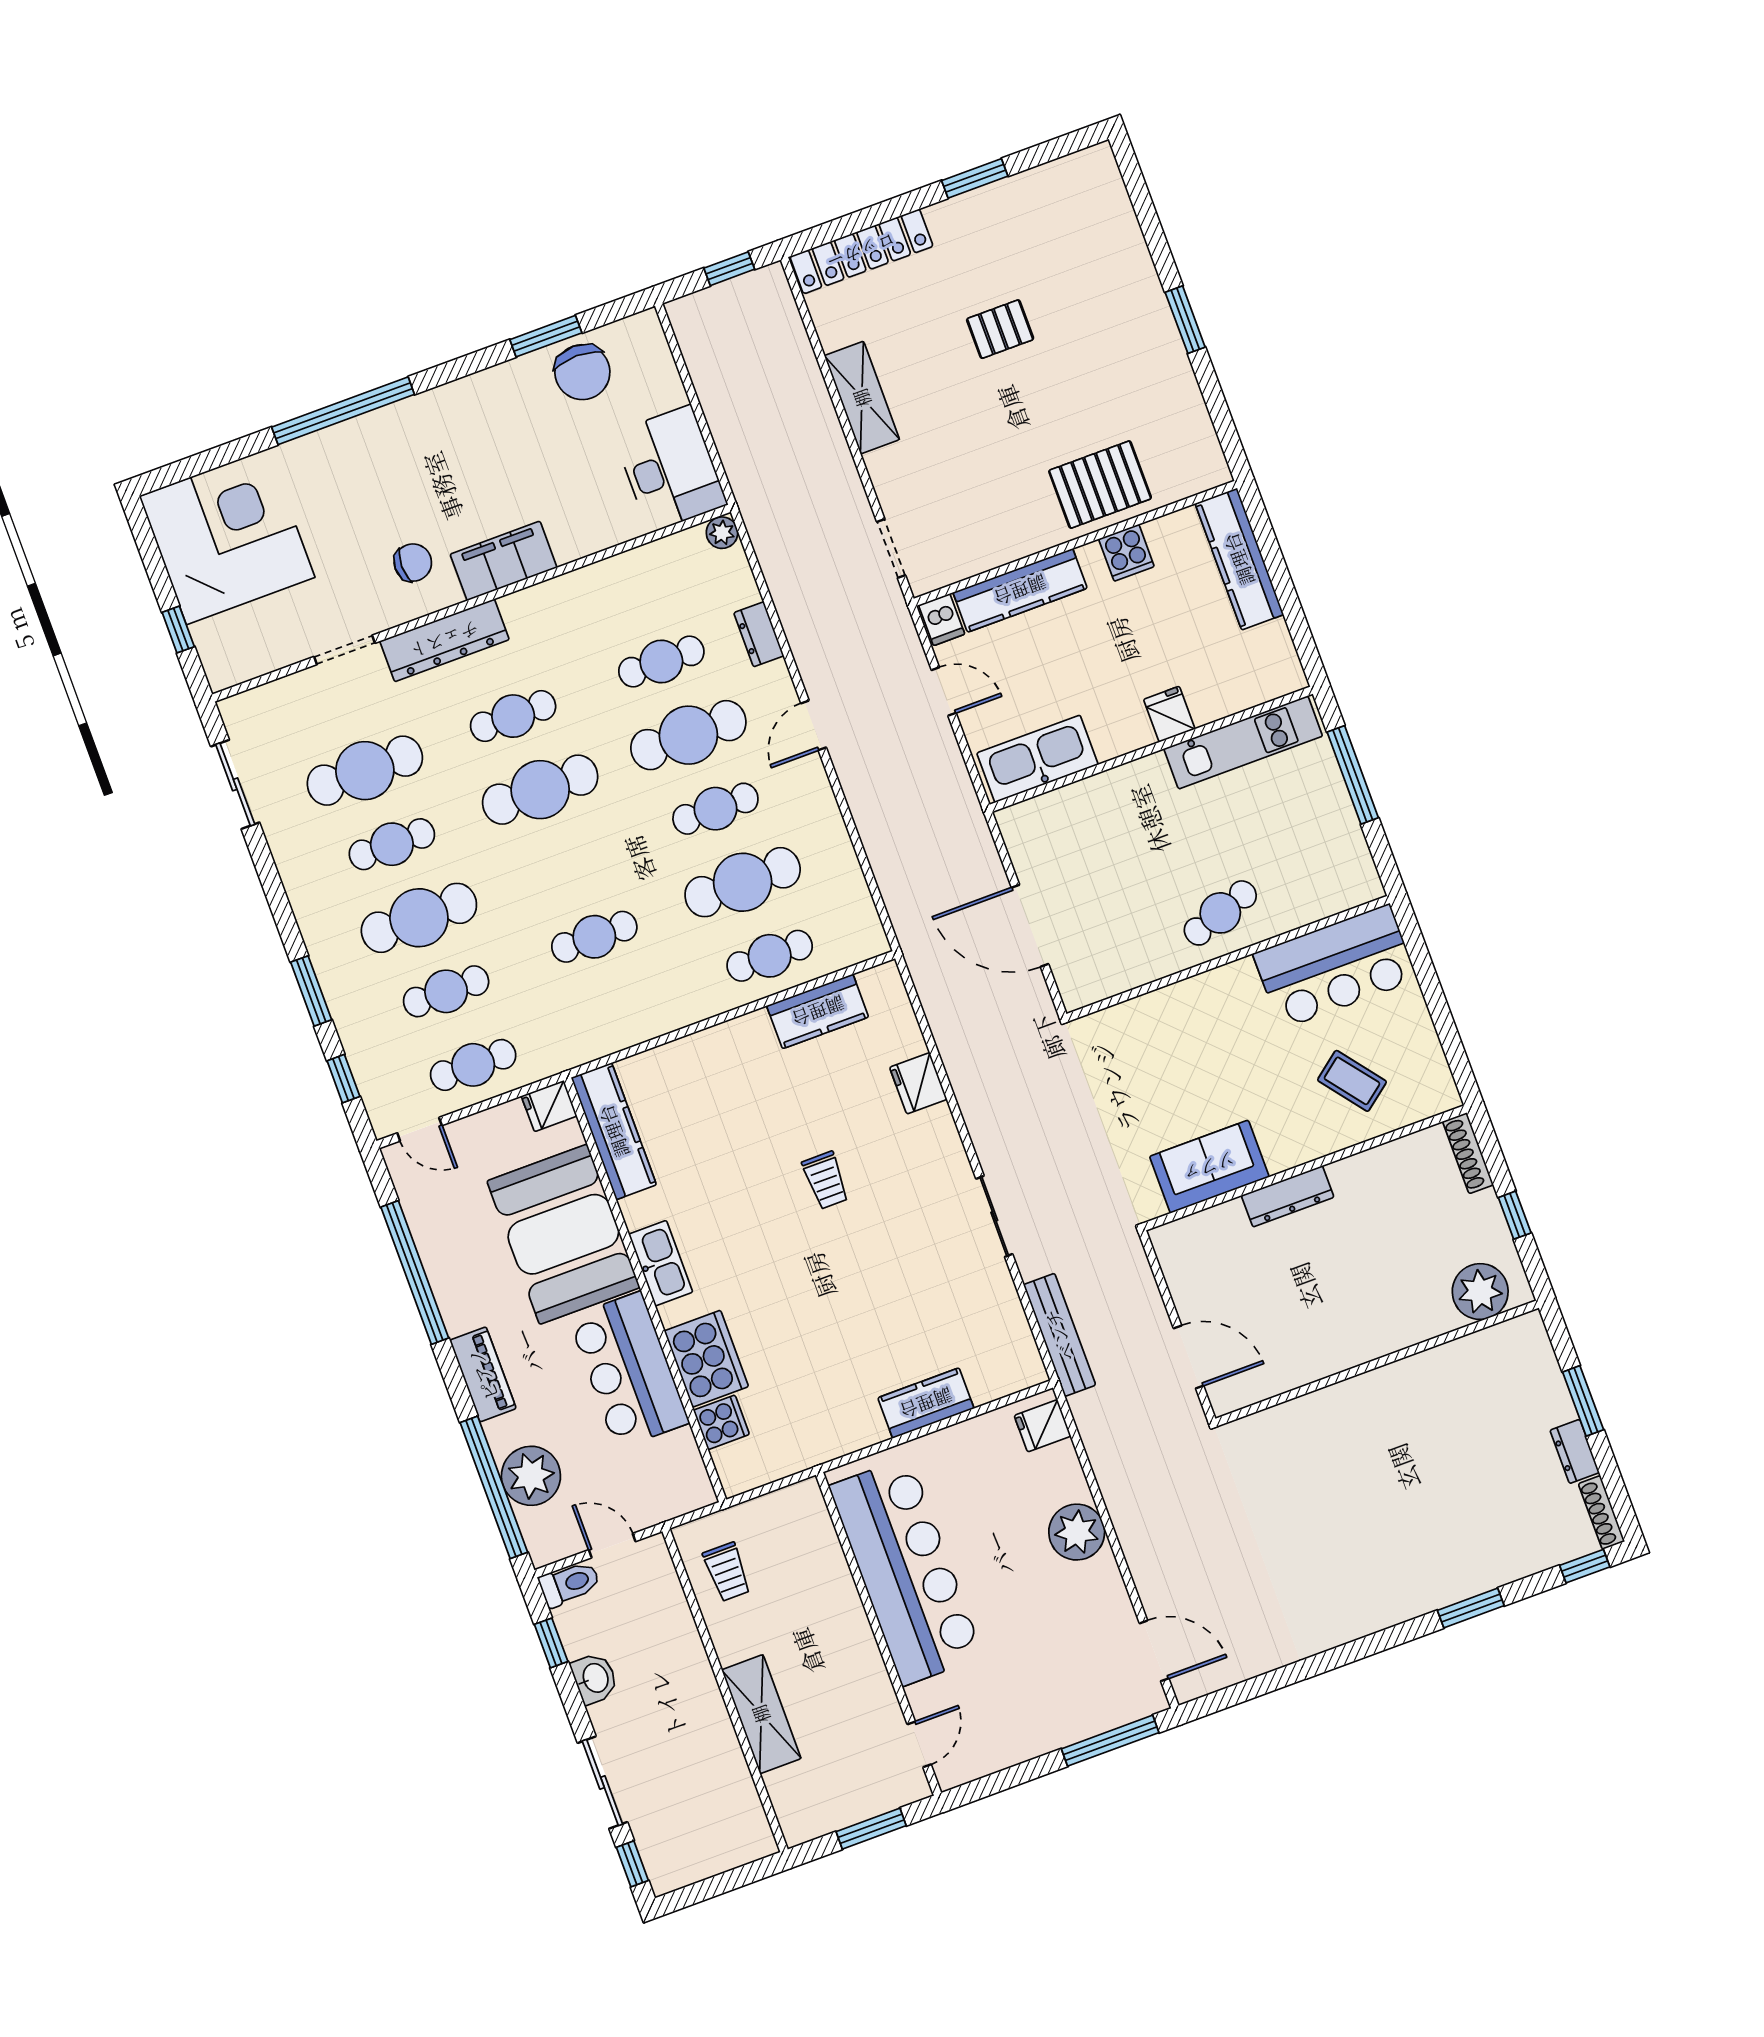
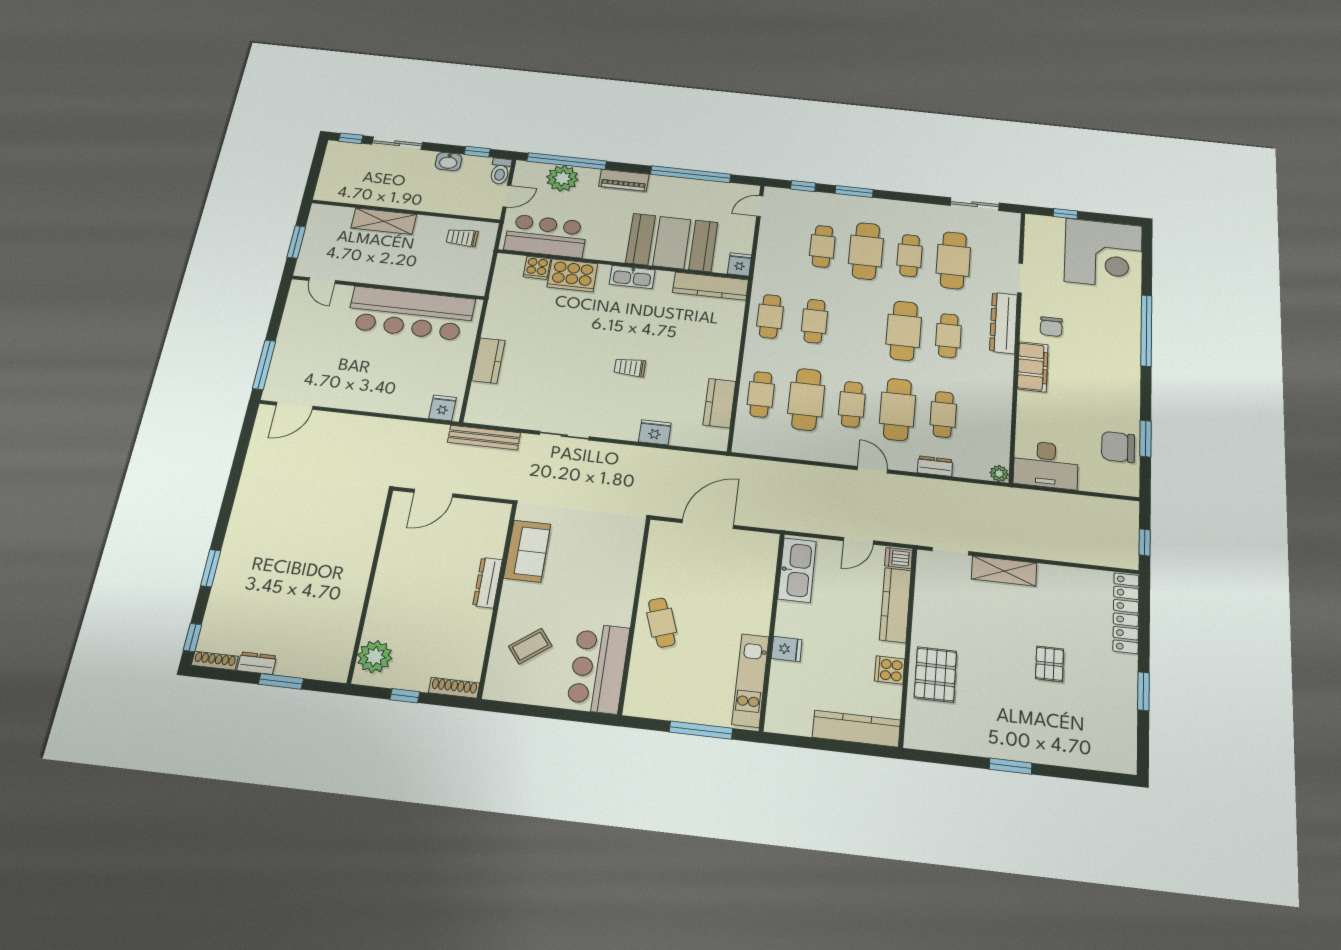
shelving: (862, 398) -> (1004, 571), moved
cafe table: (473, 1065) -> (770, 316), moved
bar counter: (629, 1370) -> (546, 236), moved
plant: (1077, 1532) -> (378, 398), removed

